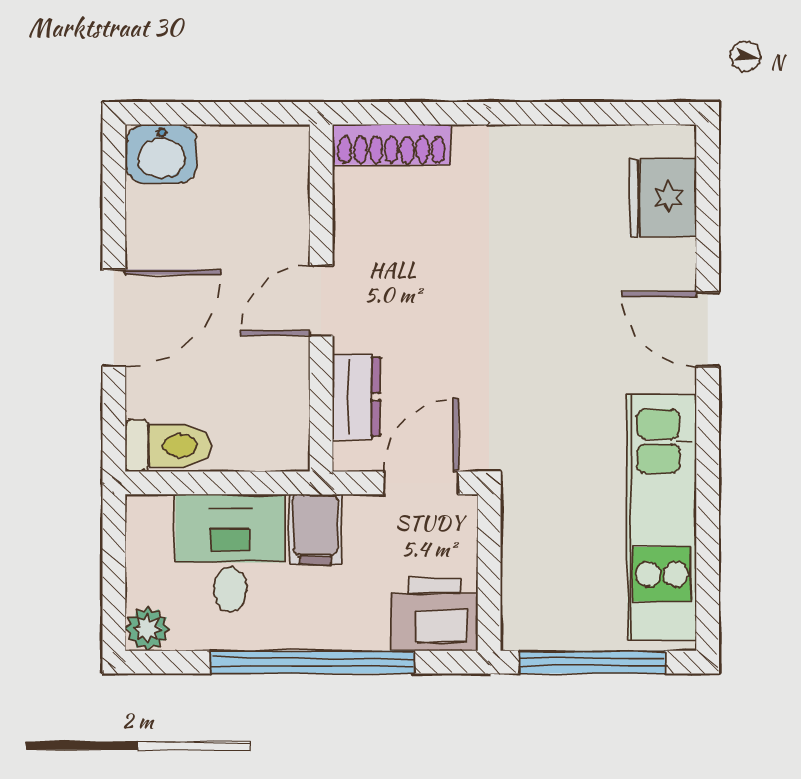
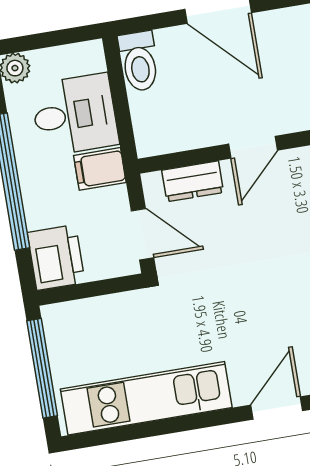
door: (321, 300) -> (253, 147), swing flipped

